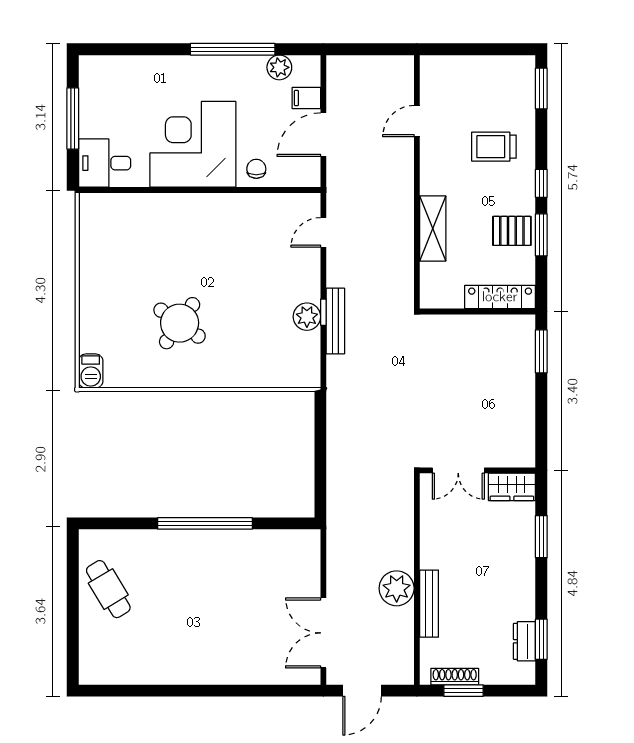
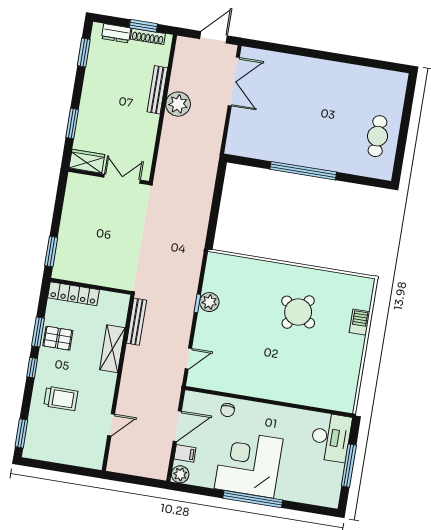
window: (233, 49) -> (253, 499), moved
plant: (279, 67) -> (180, 474), moved
corner desk: (193, 144) -> (249, 464), moved, turned 180
desk: (105, 163) -> (331, 437), width x1.37
bench: (335, 321) -> (137, 322), moved
barbecue: (91, 371) -> (360, 322), moved
cafe table: (108, 589) -> (378, 136), turned 31
dresser: (524, 641) -> (116, 33), moved, turned 90

